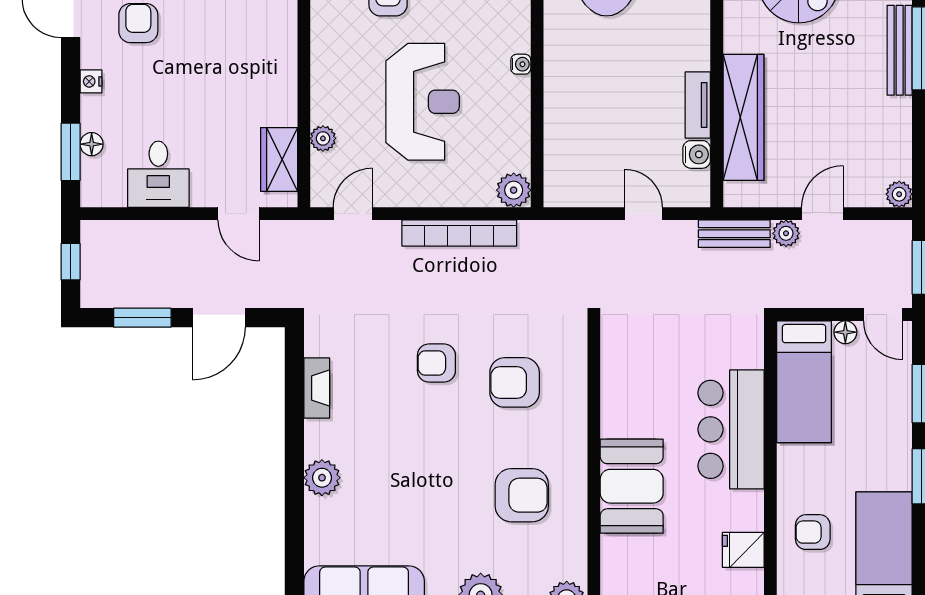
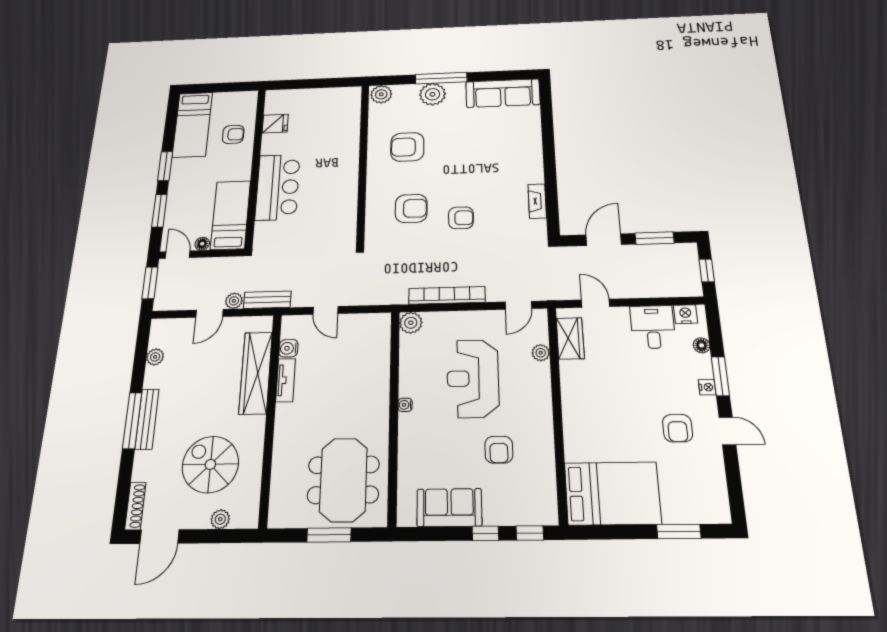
window: (71, 152) -> (720, 376), moved
nightstand: (109, 193) -> (685, 314), added
plant: (899, 194) -> (155, 357), moved
plant: (322, 478) -> (531, 152), removed
booth: (632, 486) -> (340, 154), removed

